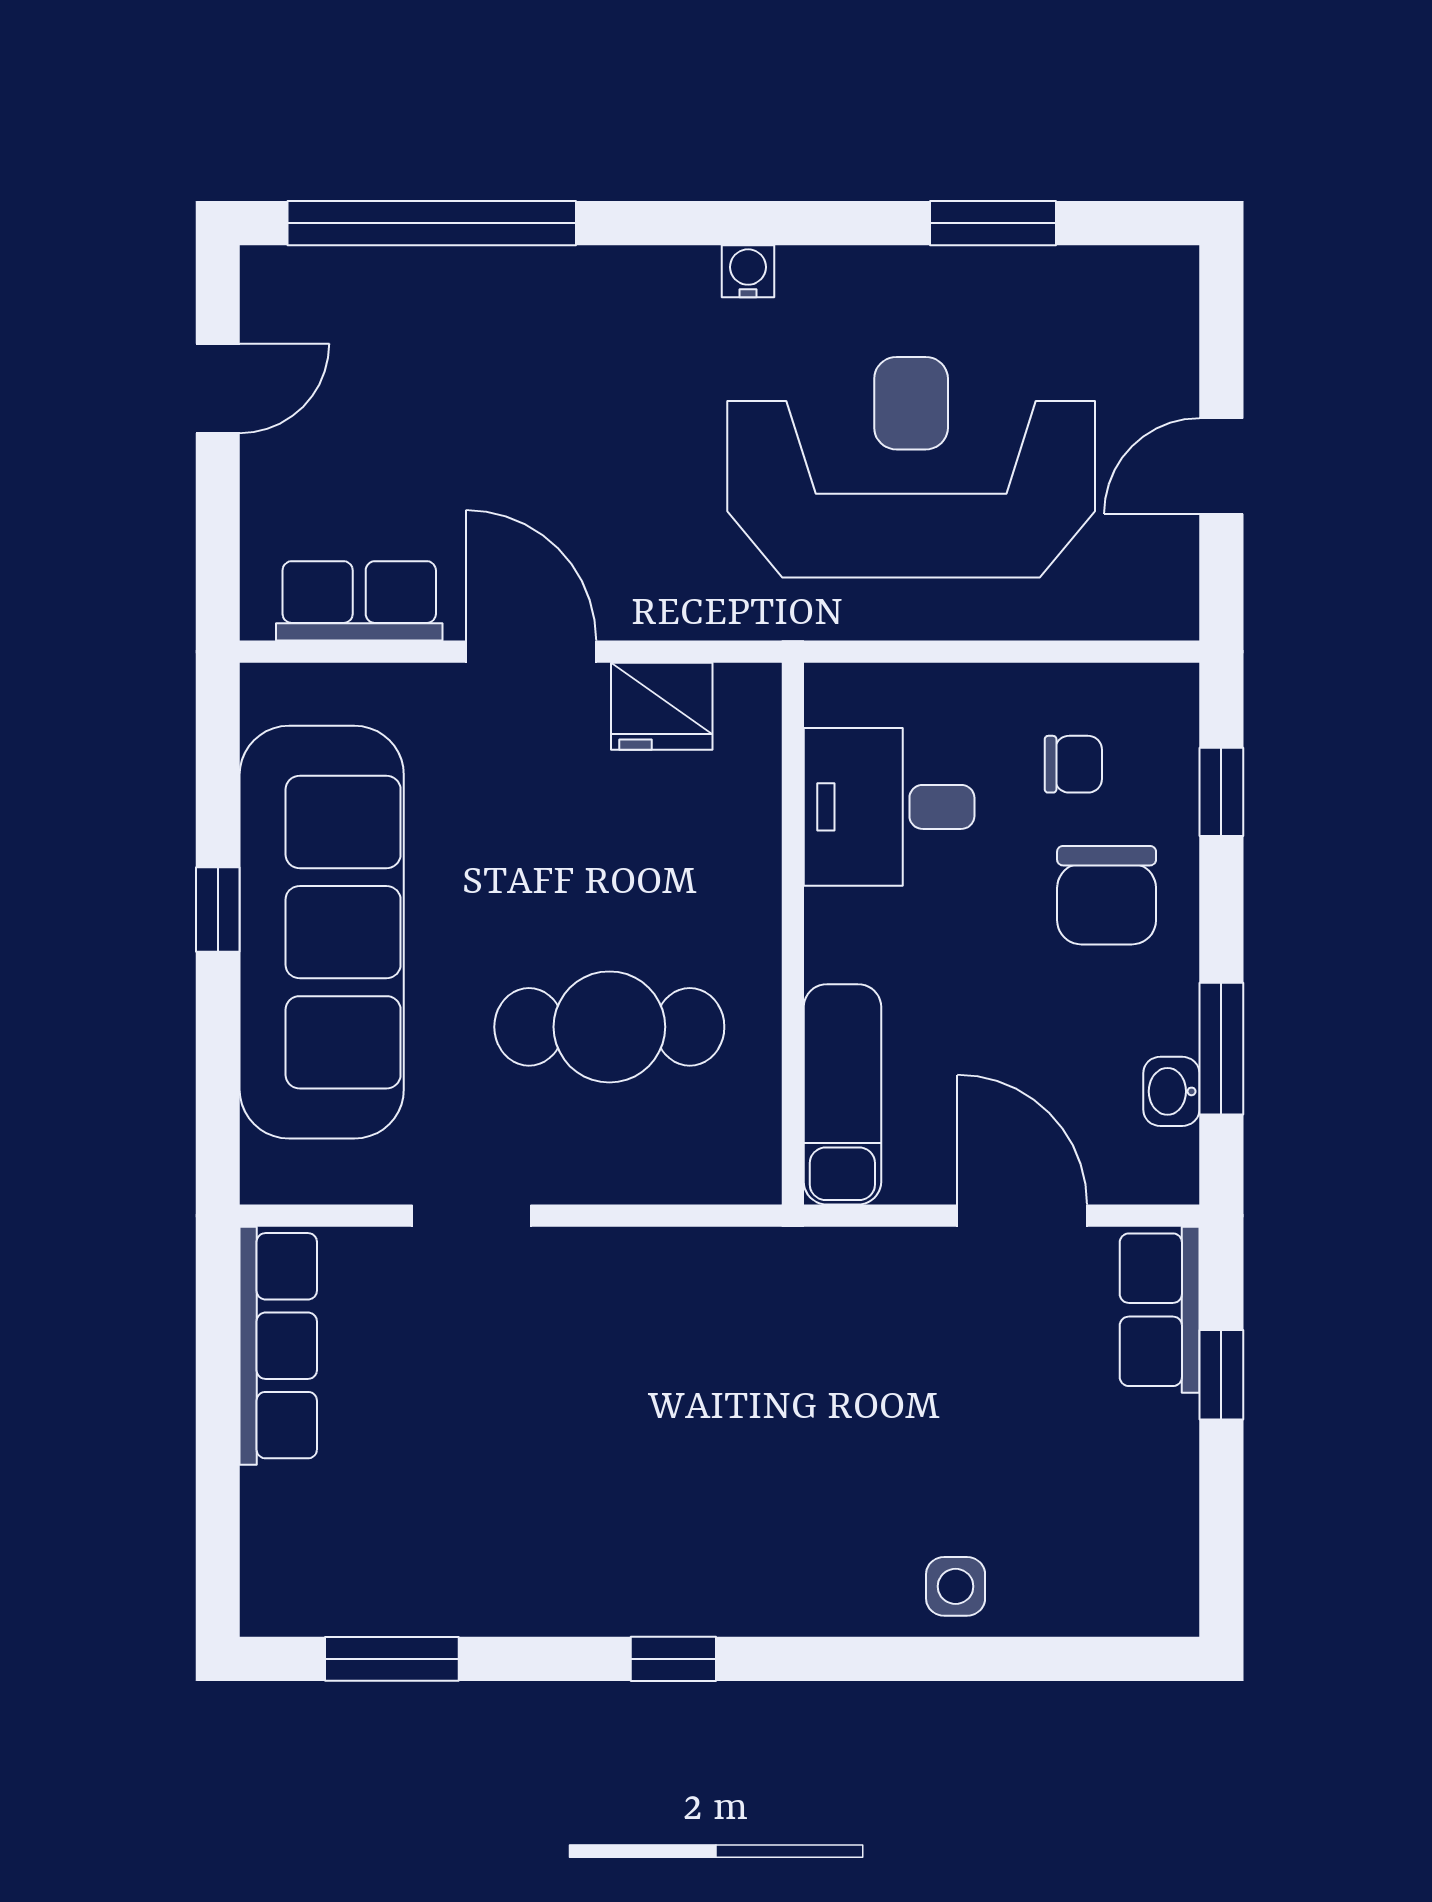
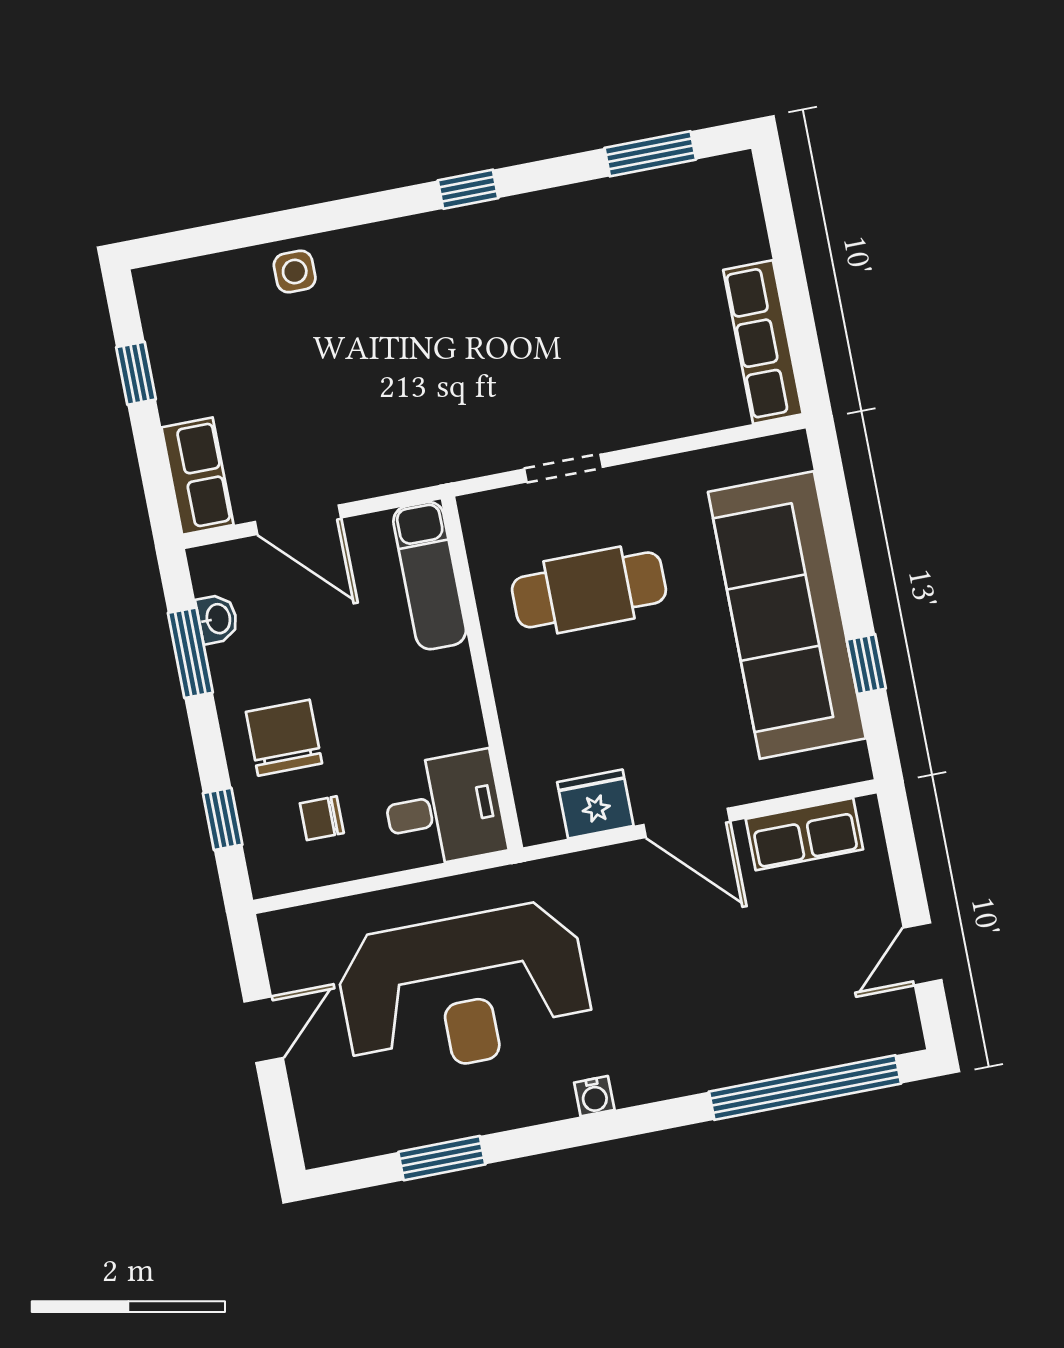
desk: (889, 807) -> (444, 810), moved
window: (218, 910) -> (866, 664), moved
doorway: (472, 1216) -> (563, 468), moved
window: (1221, 1375) -> (136, 373), moved

